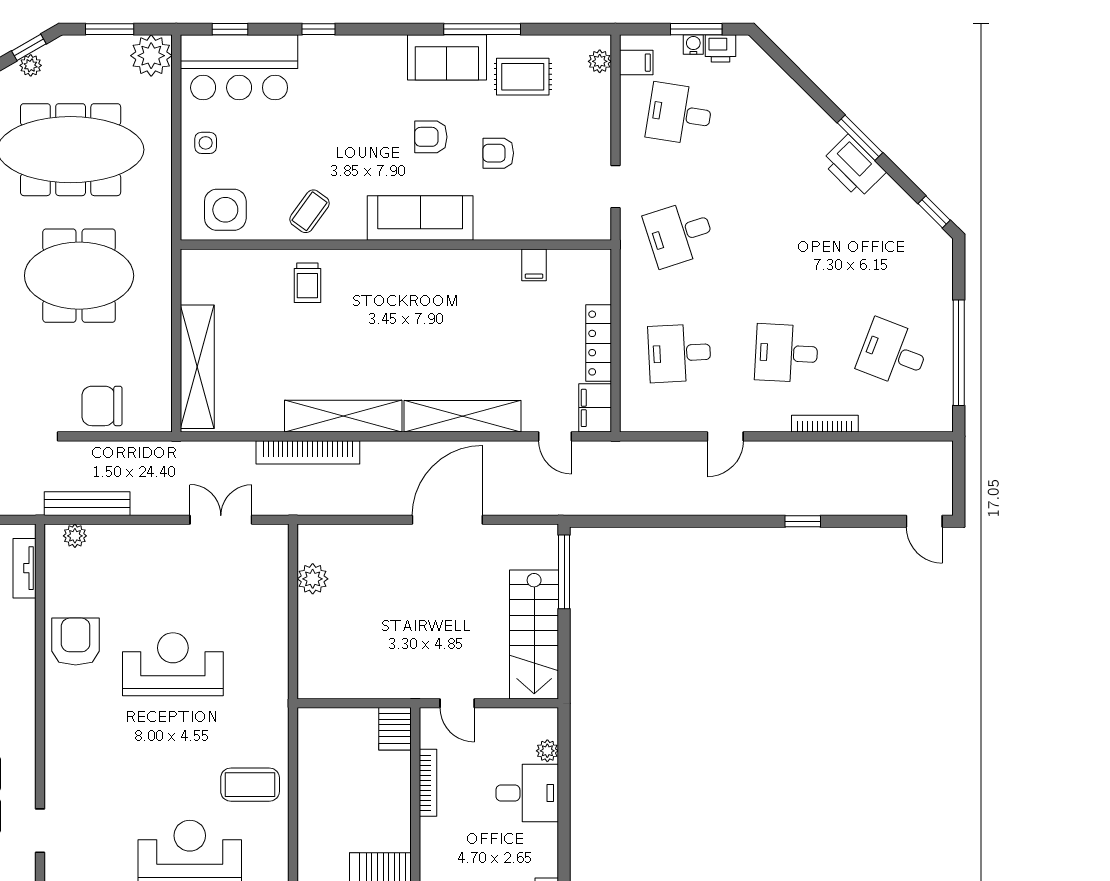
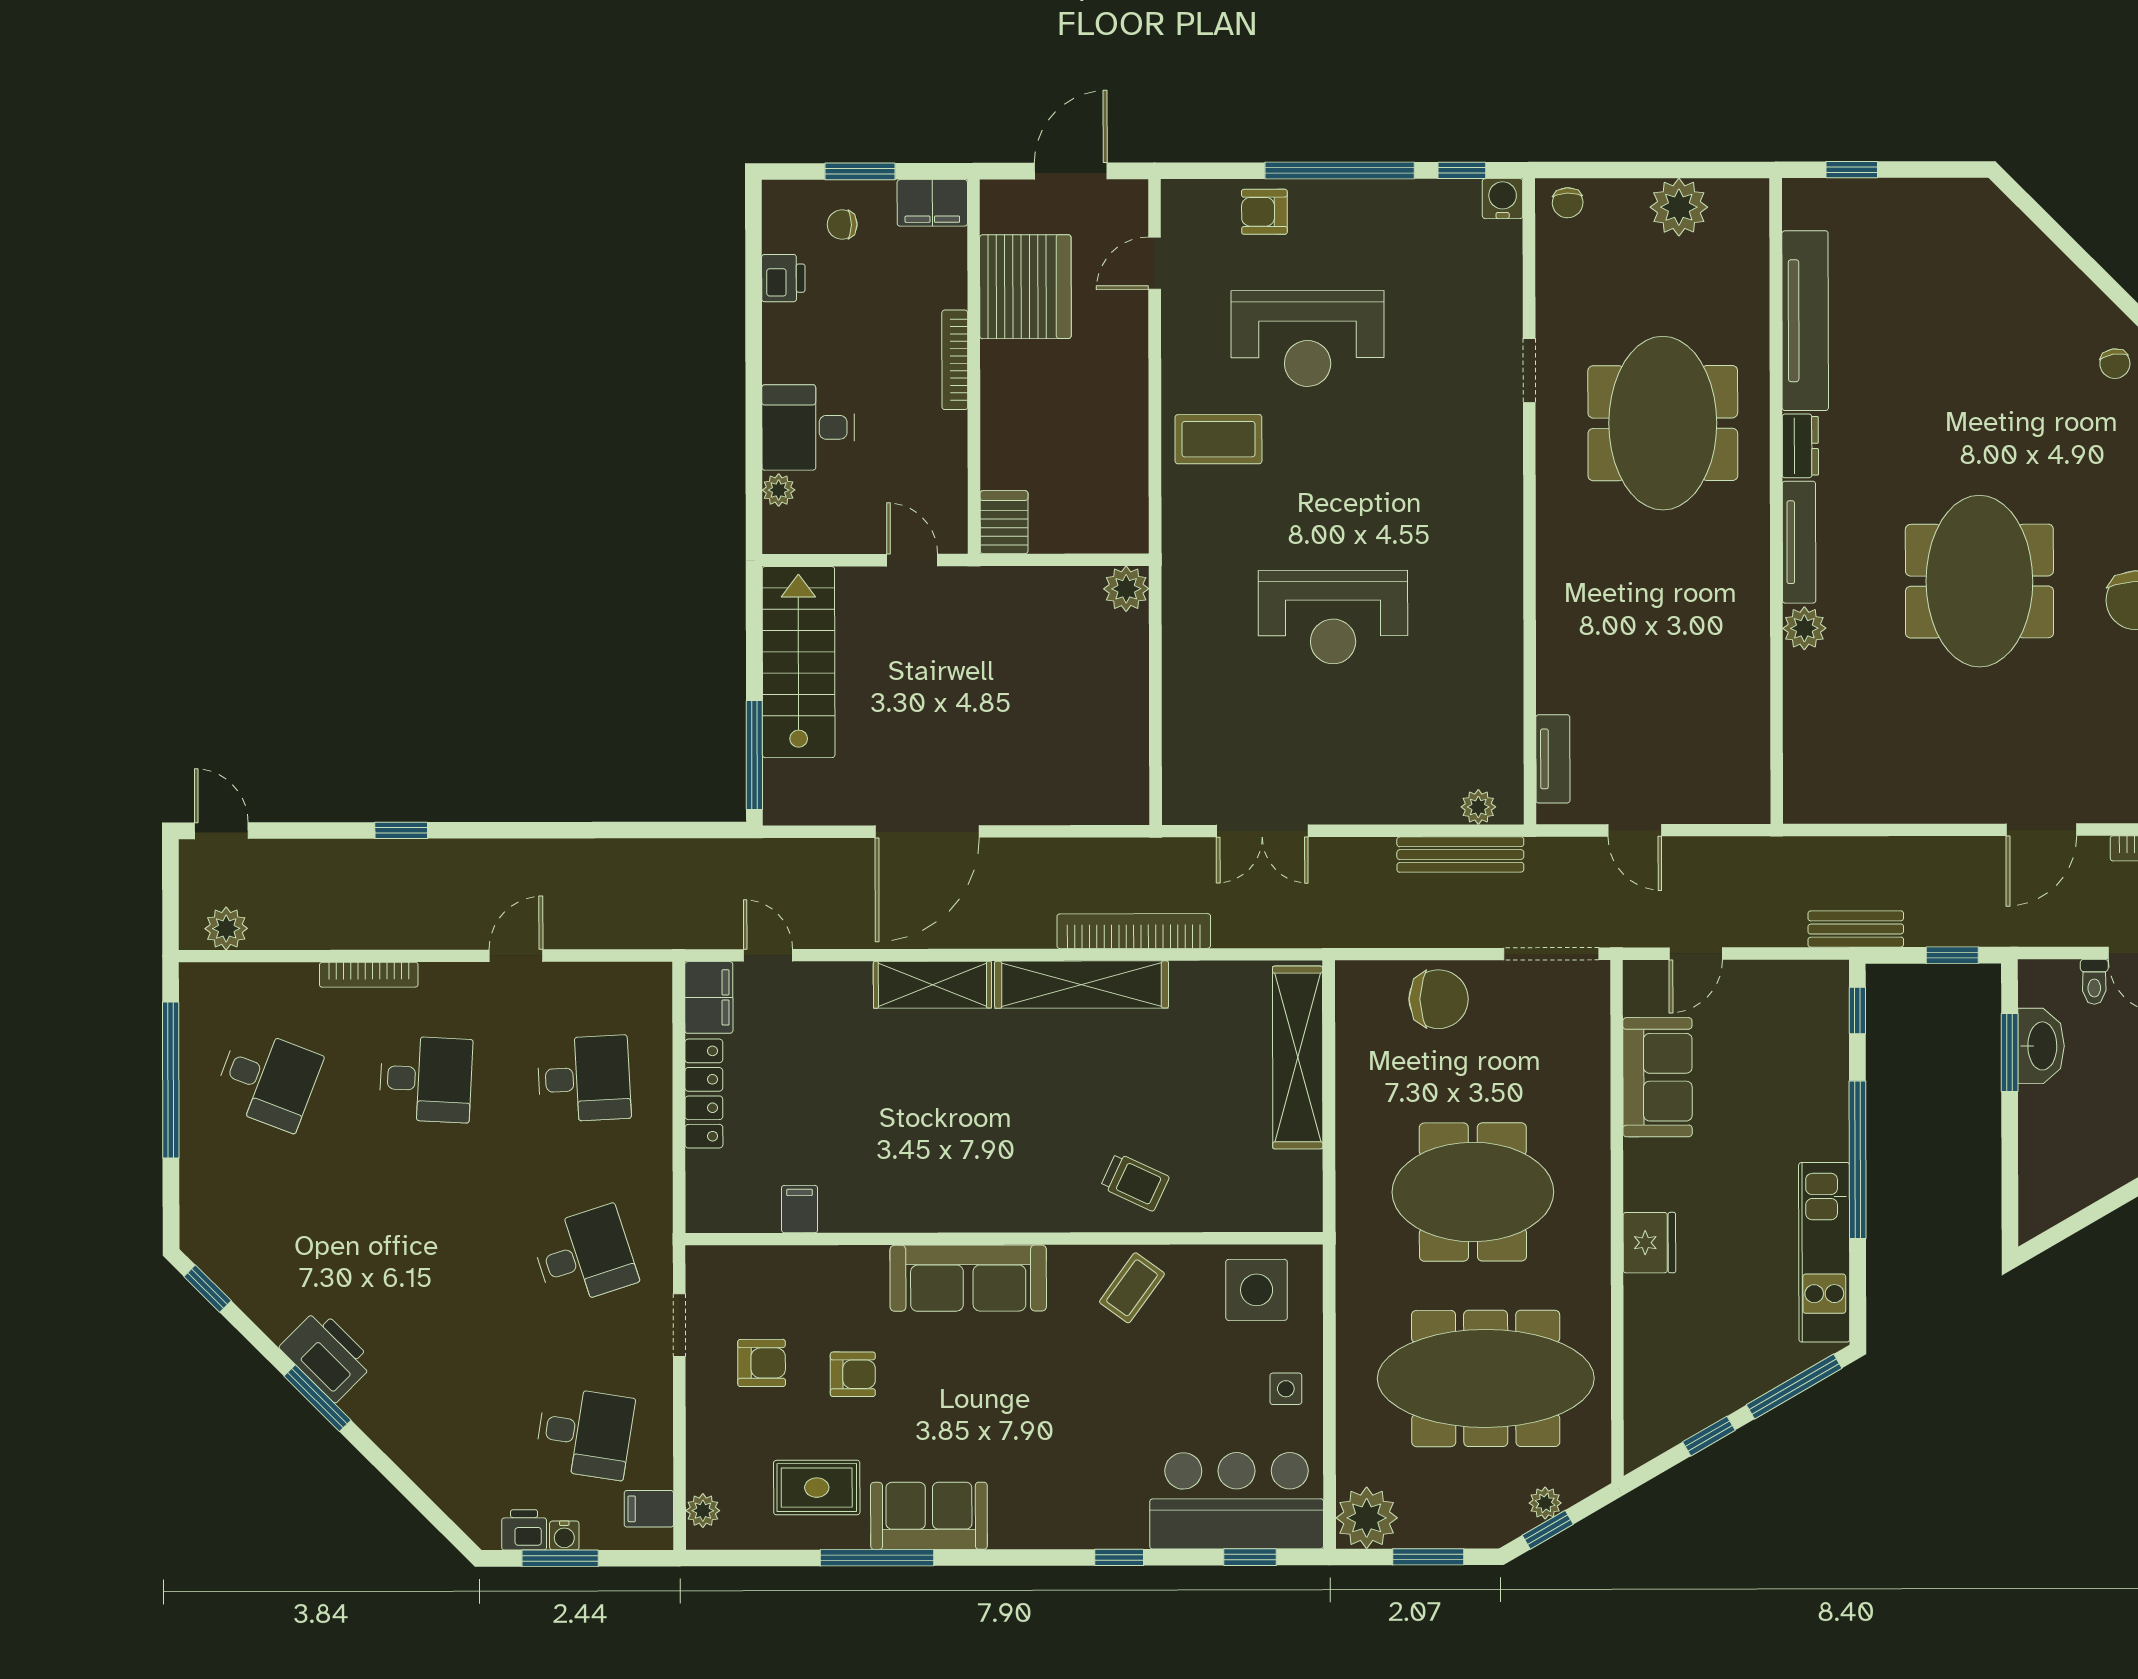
armchair: (431, 137) -> (762, 1363), moved
trolley: (307, 283) -> (1135, 1182), turned 115
shelving: (463, 416) -> (932, 985), width x0.68
plant: (921, 455) -> (226, 928), added
plant: (313, 579) -> (1126, 589), moved
armchair: (76, 642) -> (1477, 650), removed
bookcase: (428, 783) -> (955, 360), moved

